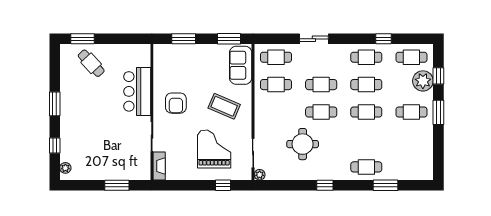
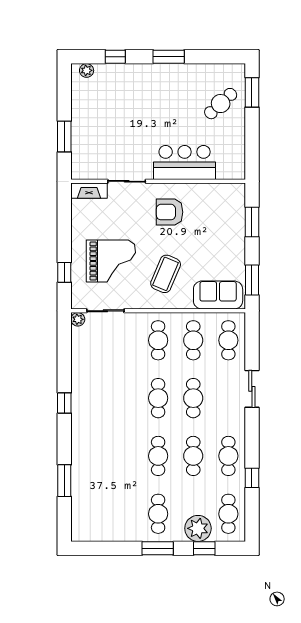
round table: (303, 144) -> (117, 374), removed
cafe table: (366, 167) -> (158, 340), moved

